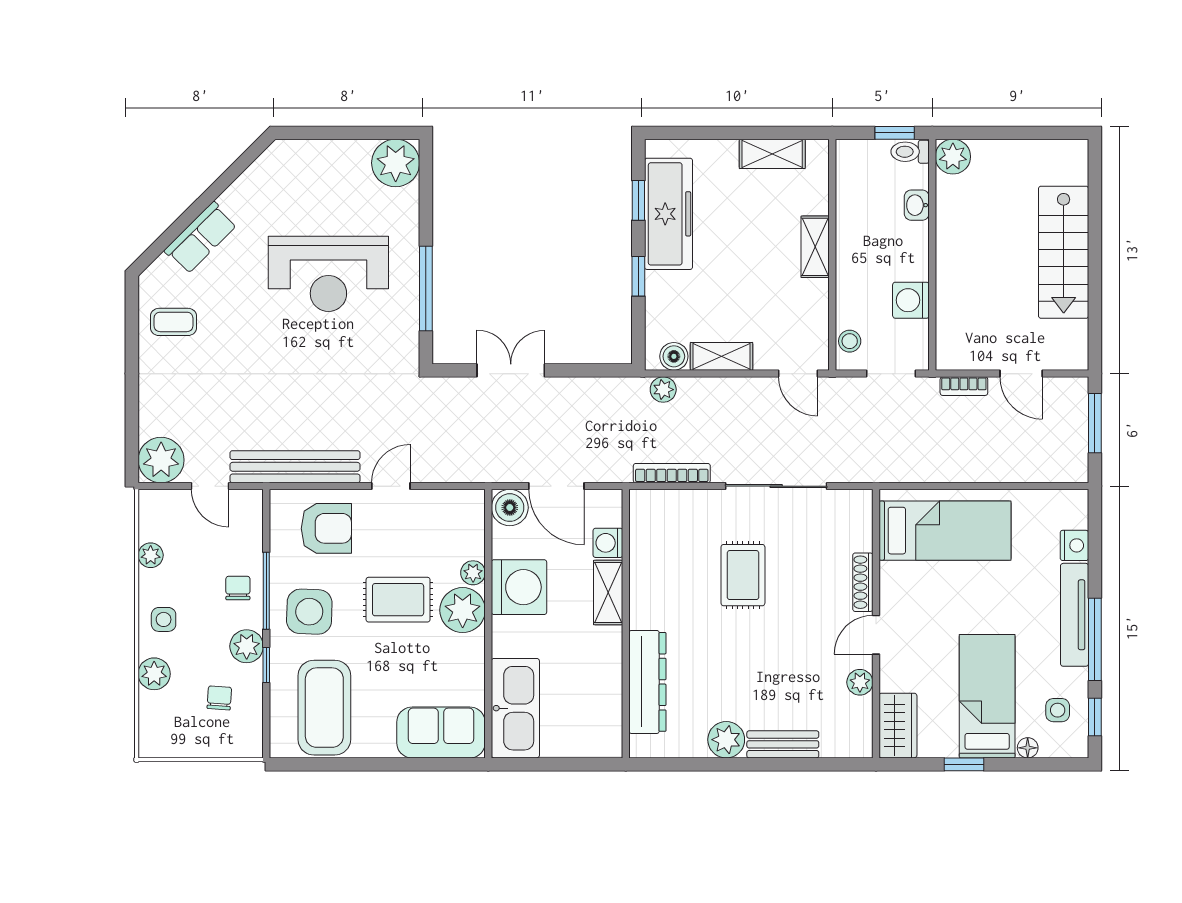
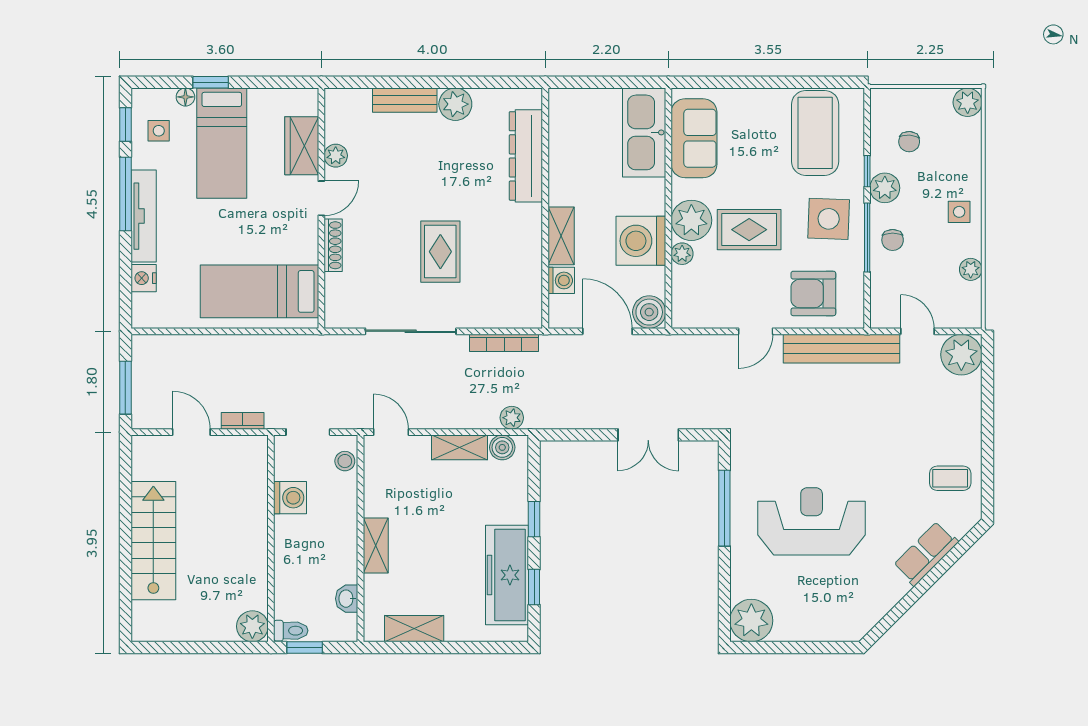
washbasin: (917, 205) -> (347, 599), moved, turned 180
plant: (154, 674) -> (968, 102), moved
wardrobe: (898, 726) -> (302, 146), moved
sofa: (441, 732) -> (694, 138), moved, turned -90
window: (964, 764) -> (211, 82), moved

